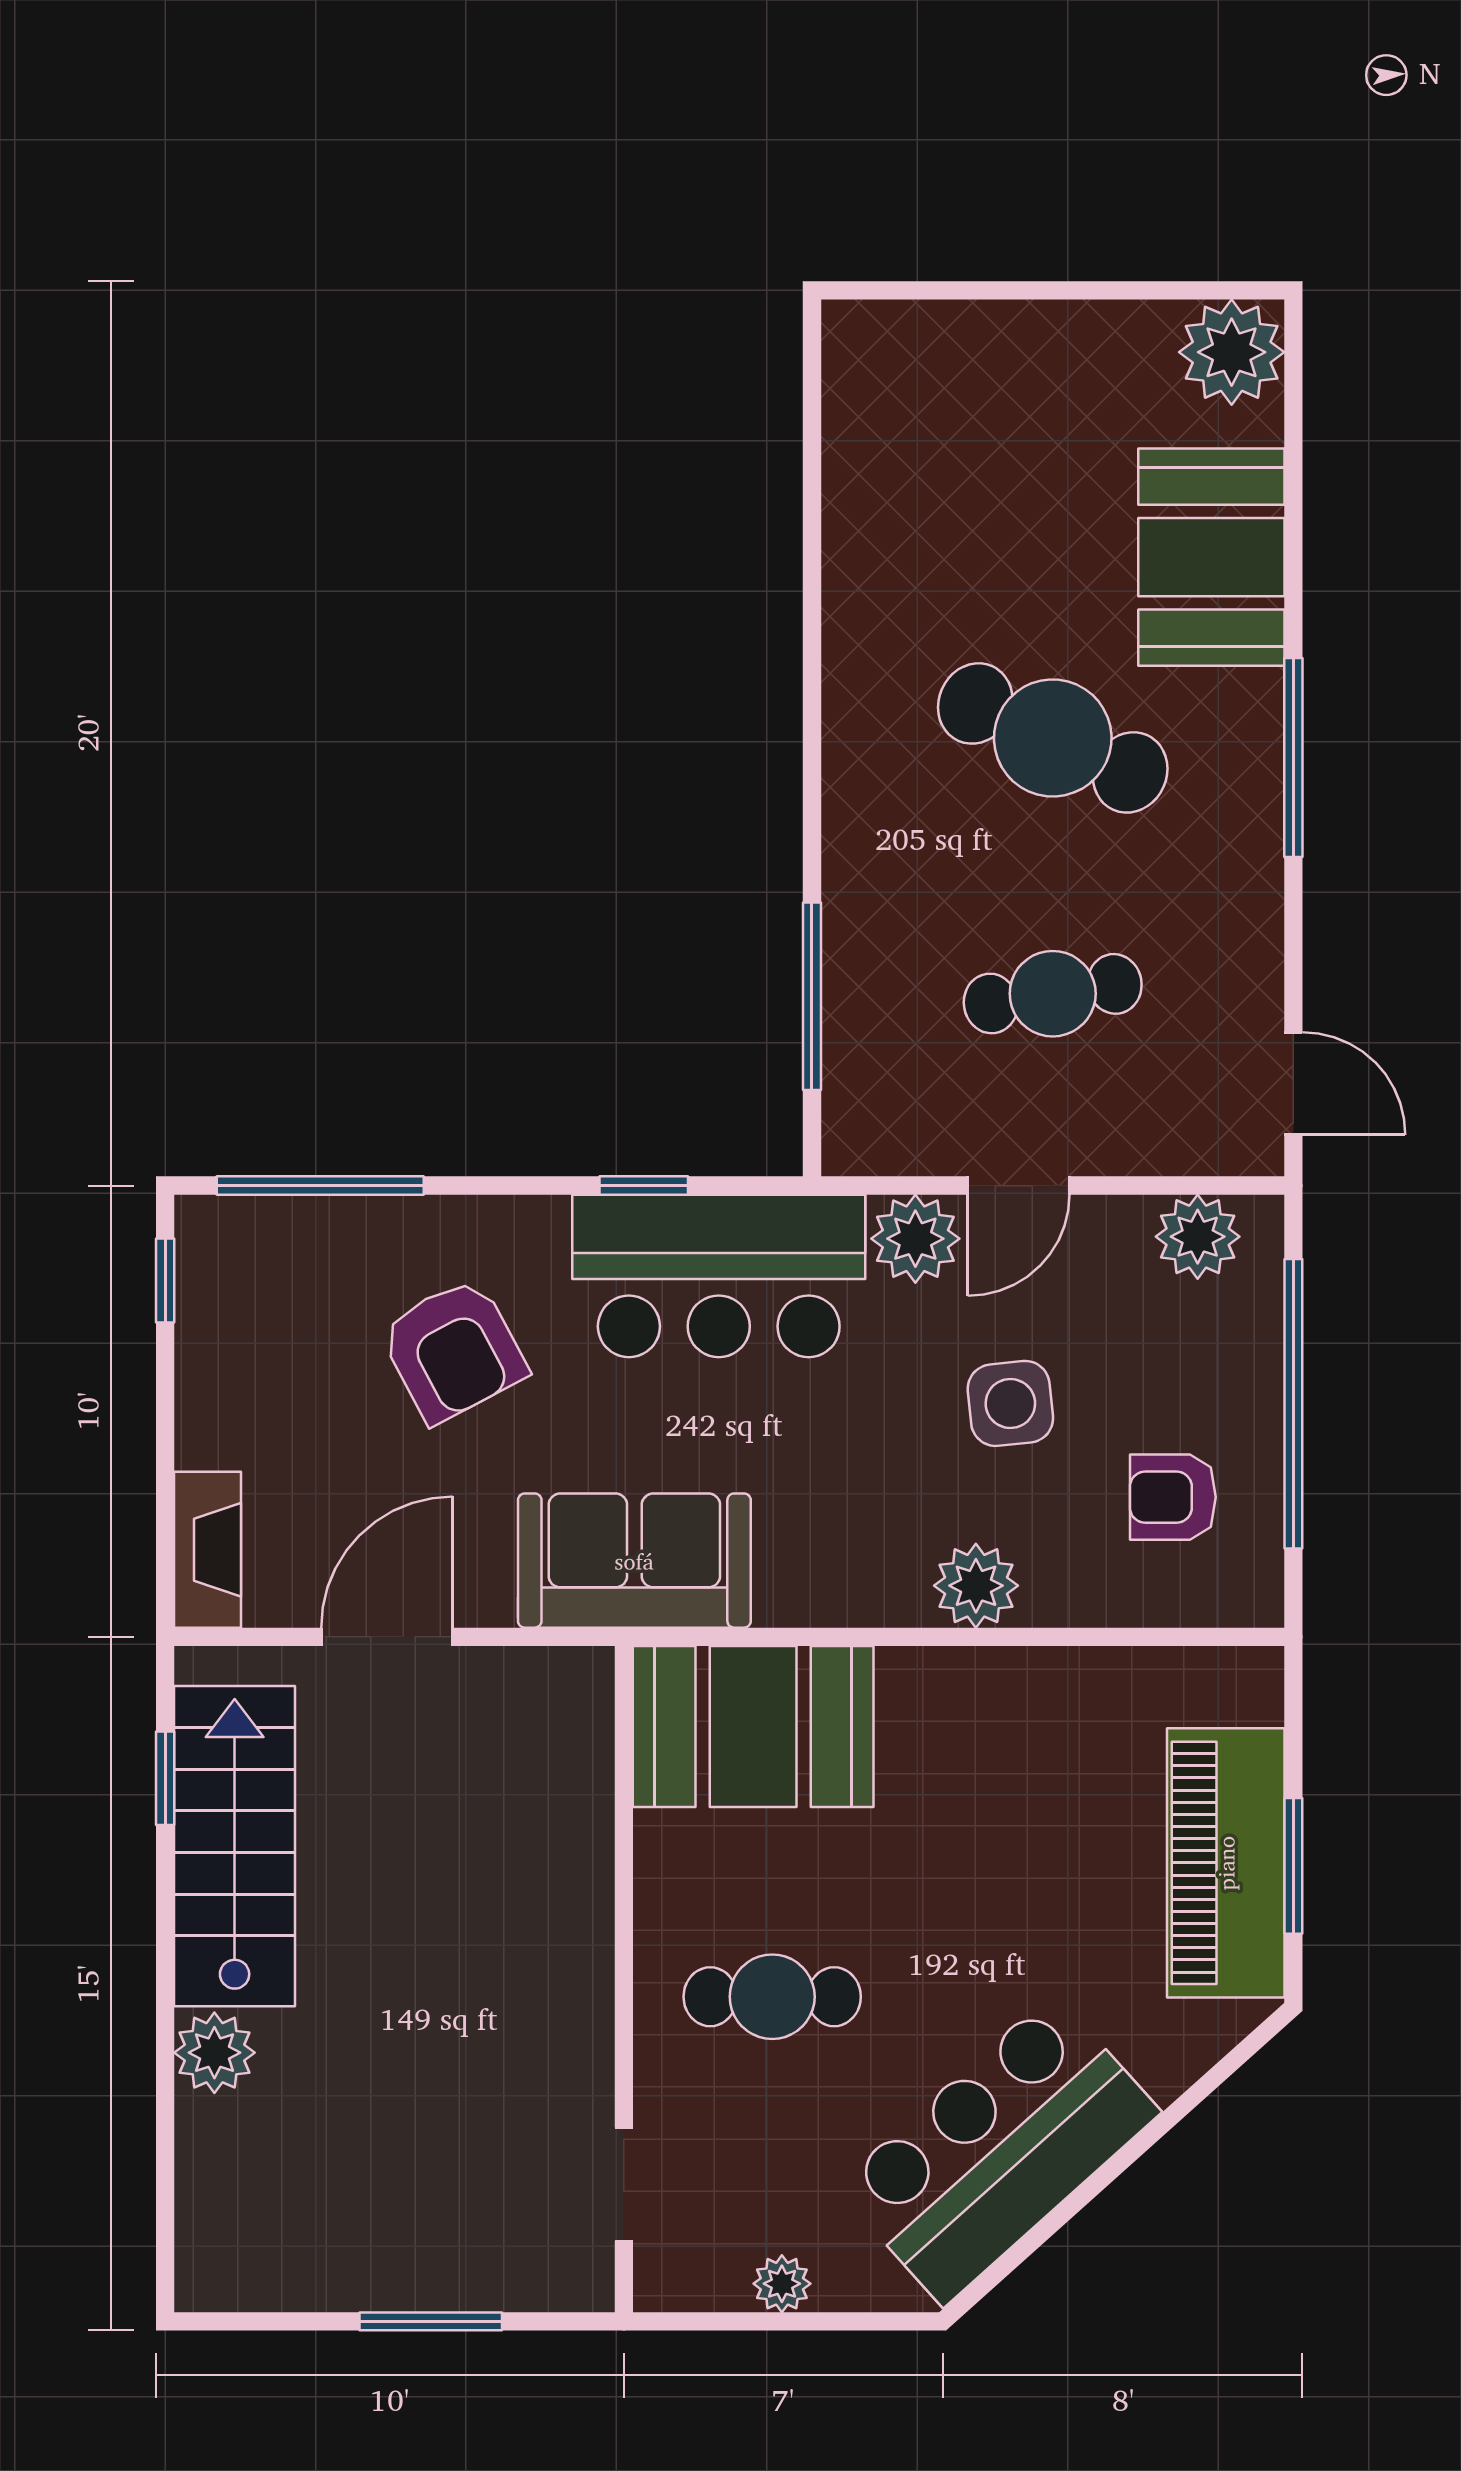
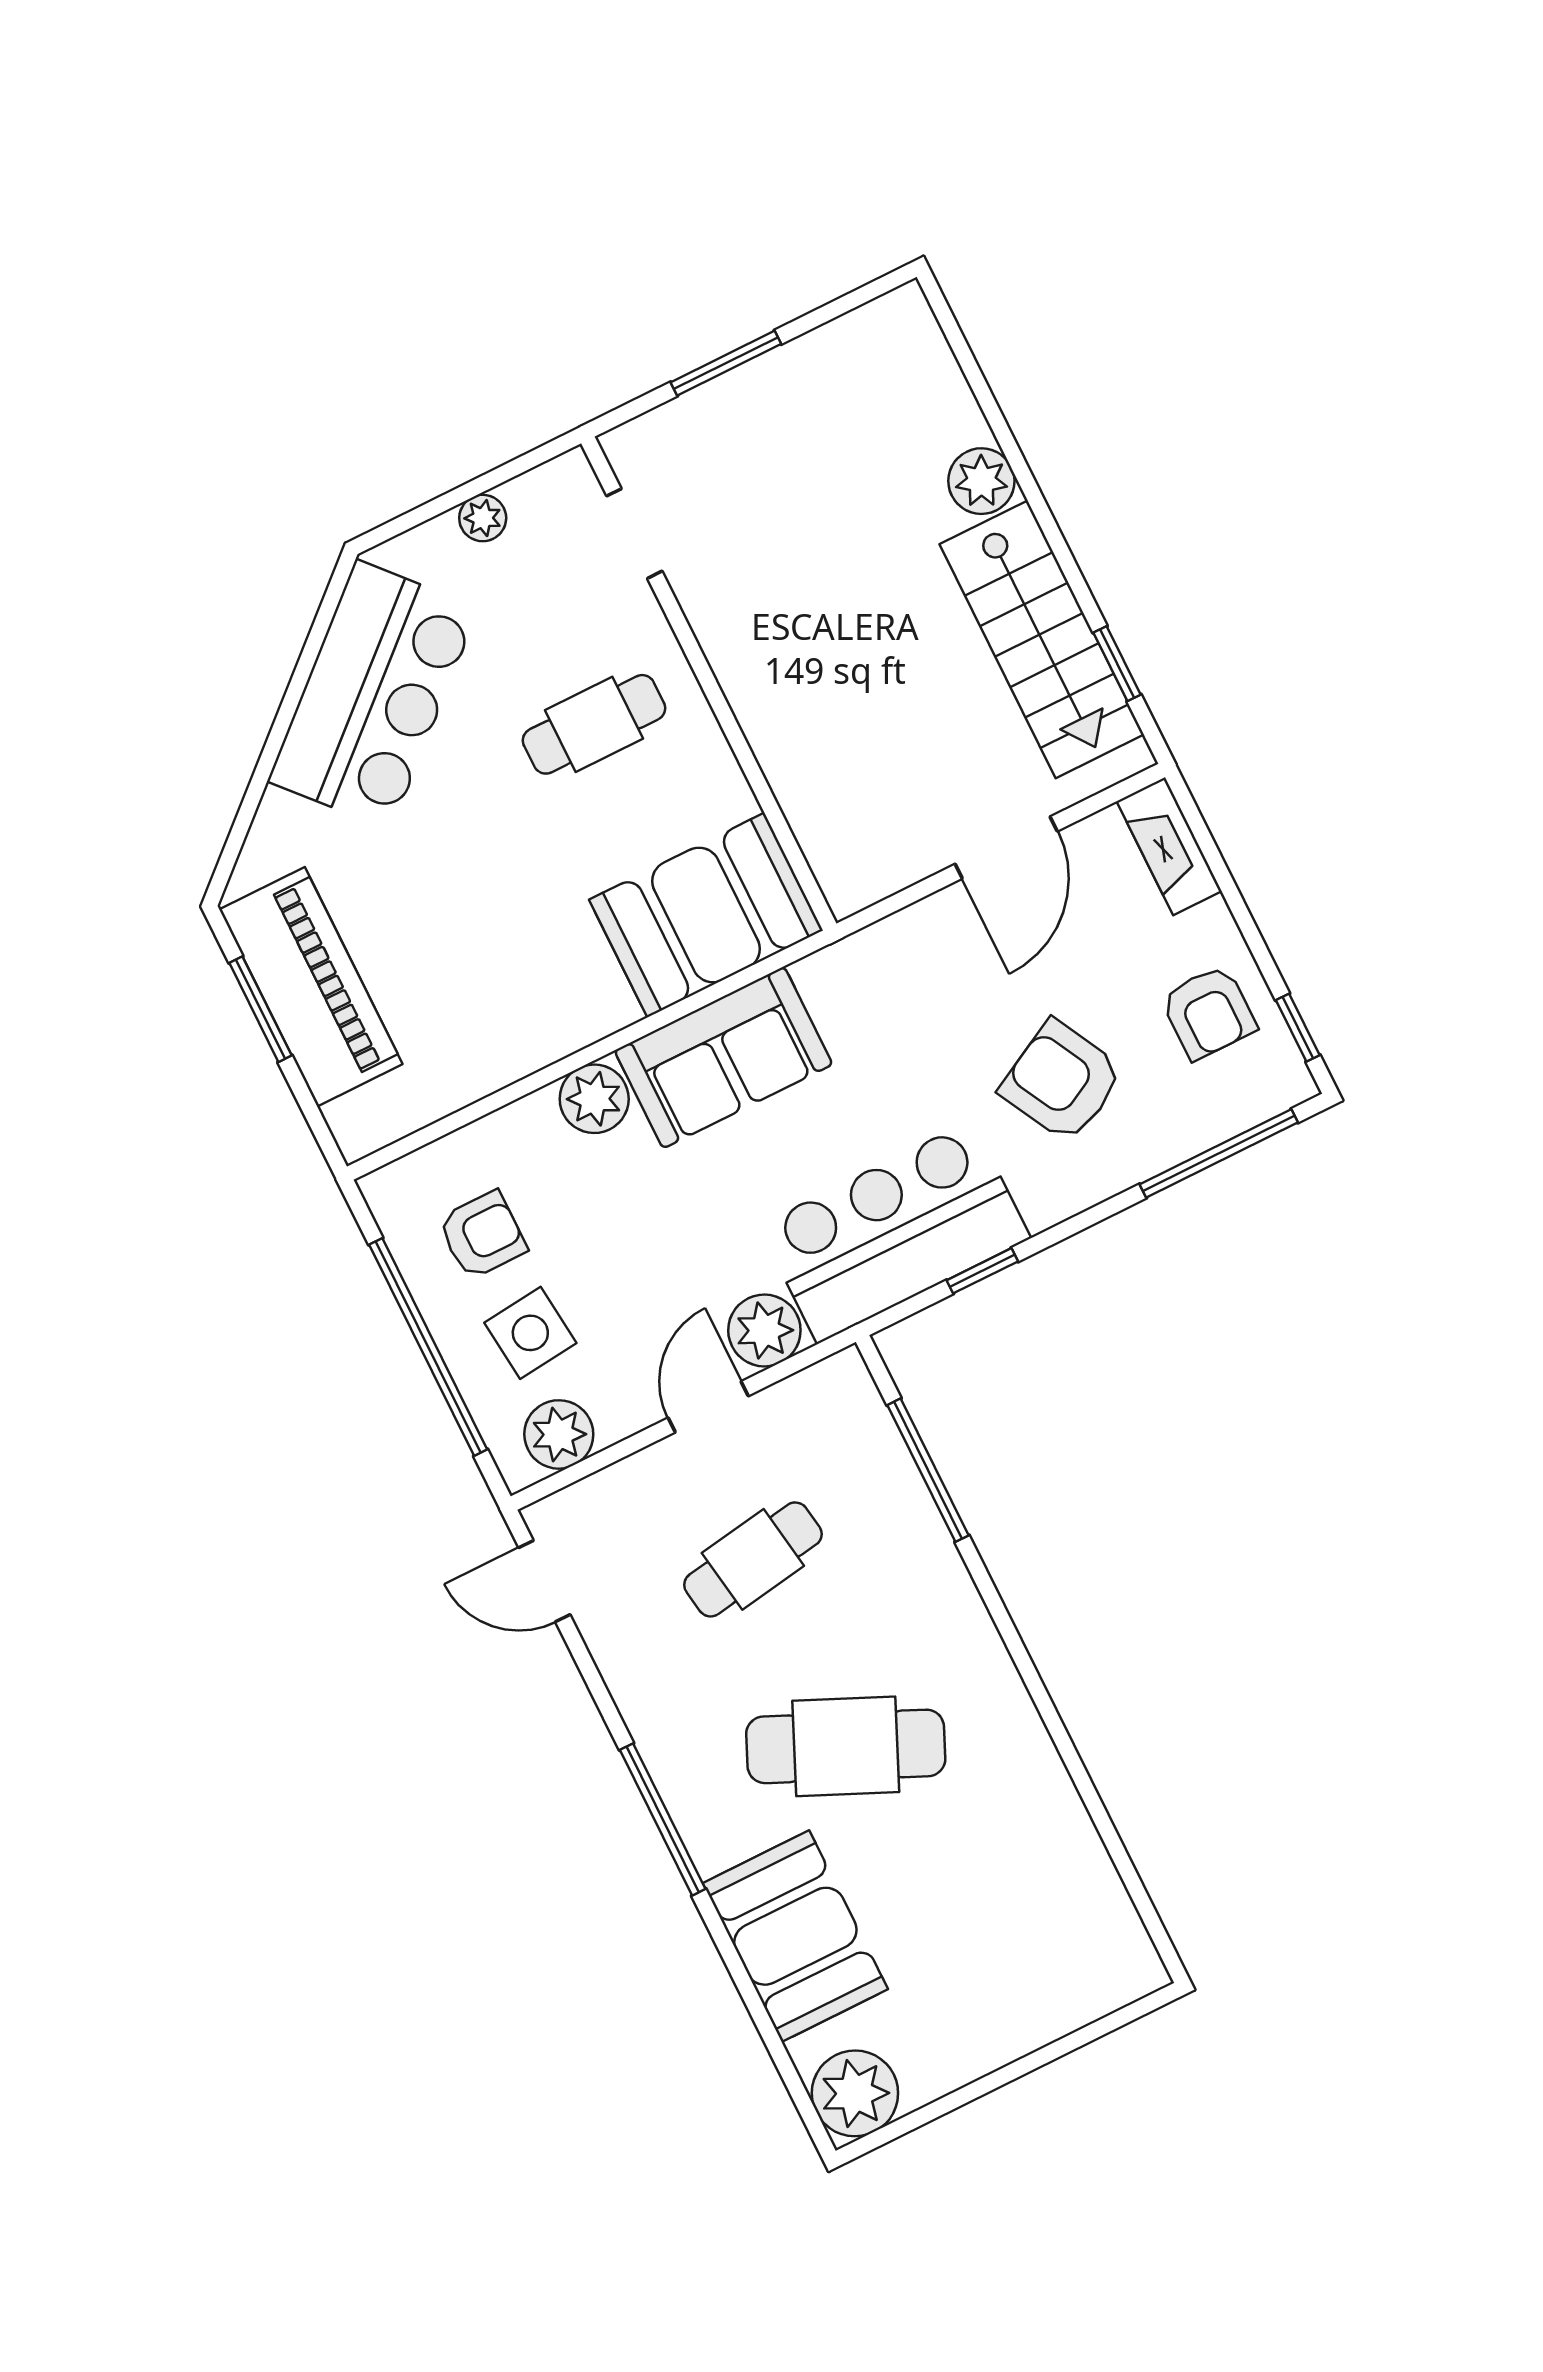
armchair: (255, 1346) -> (1209, 1012), added
side table: (1010, 1403) -> (530, 1333), moved
sofa: (634, 1561) -> (724, 1057), moved

